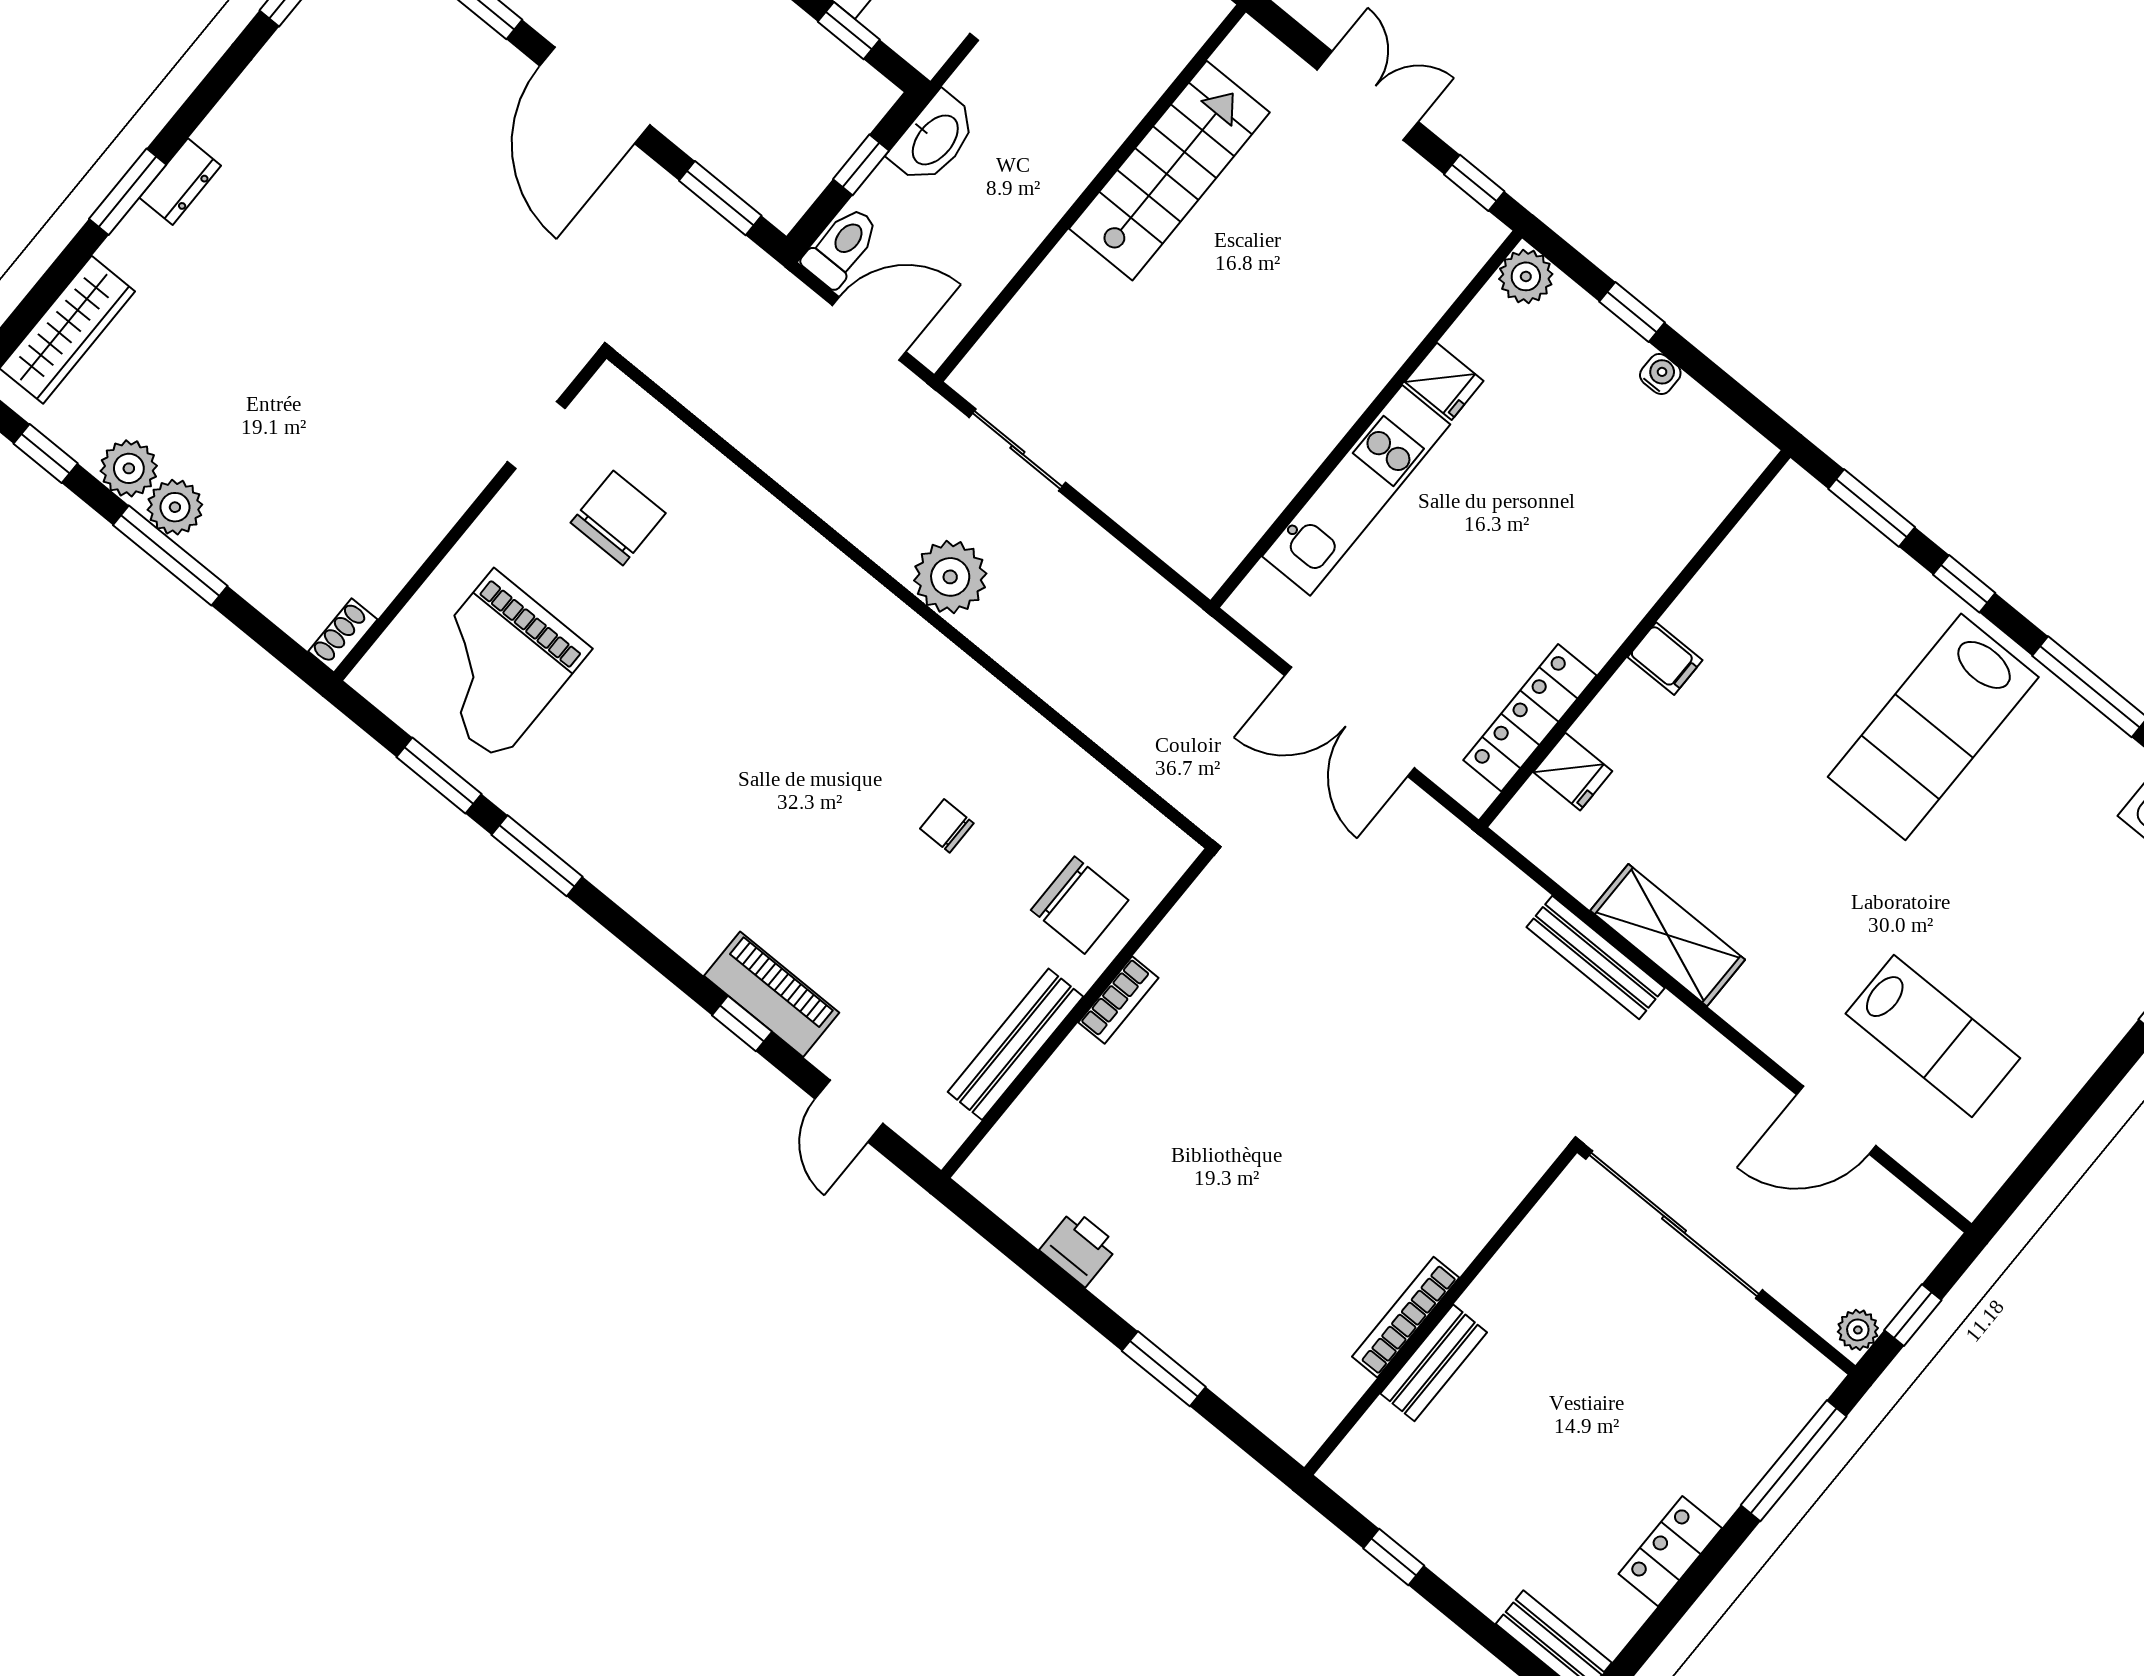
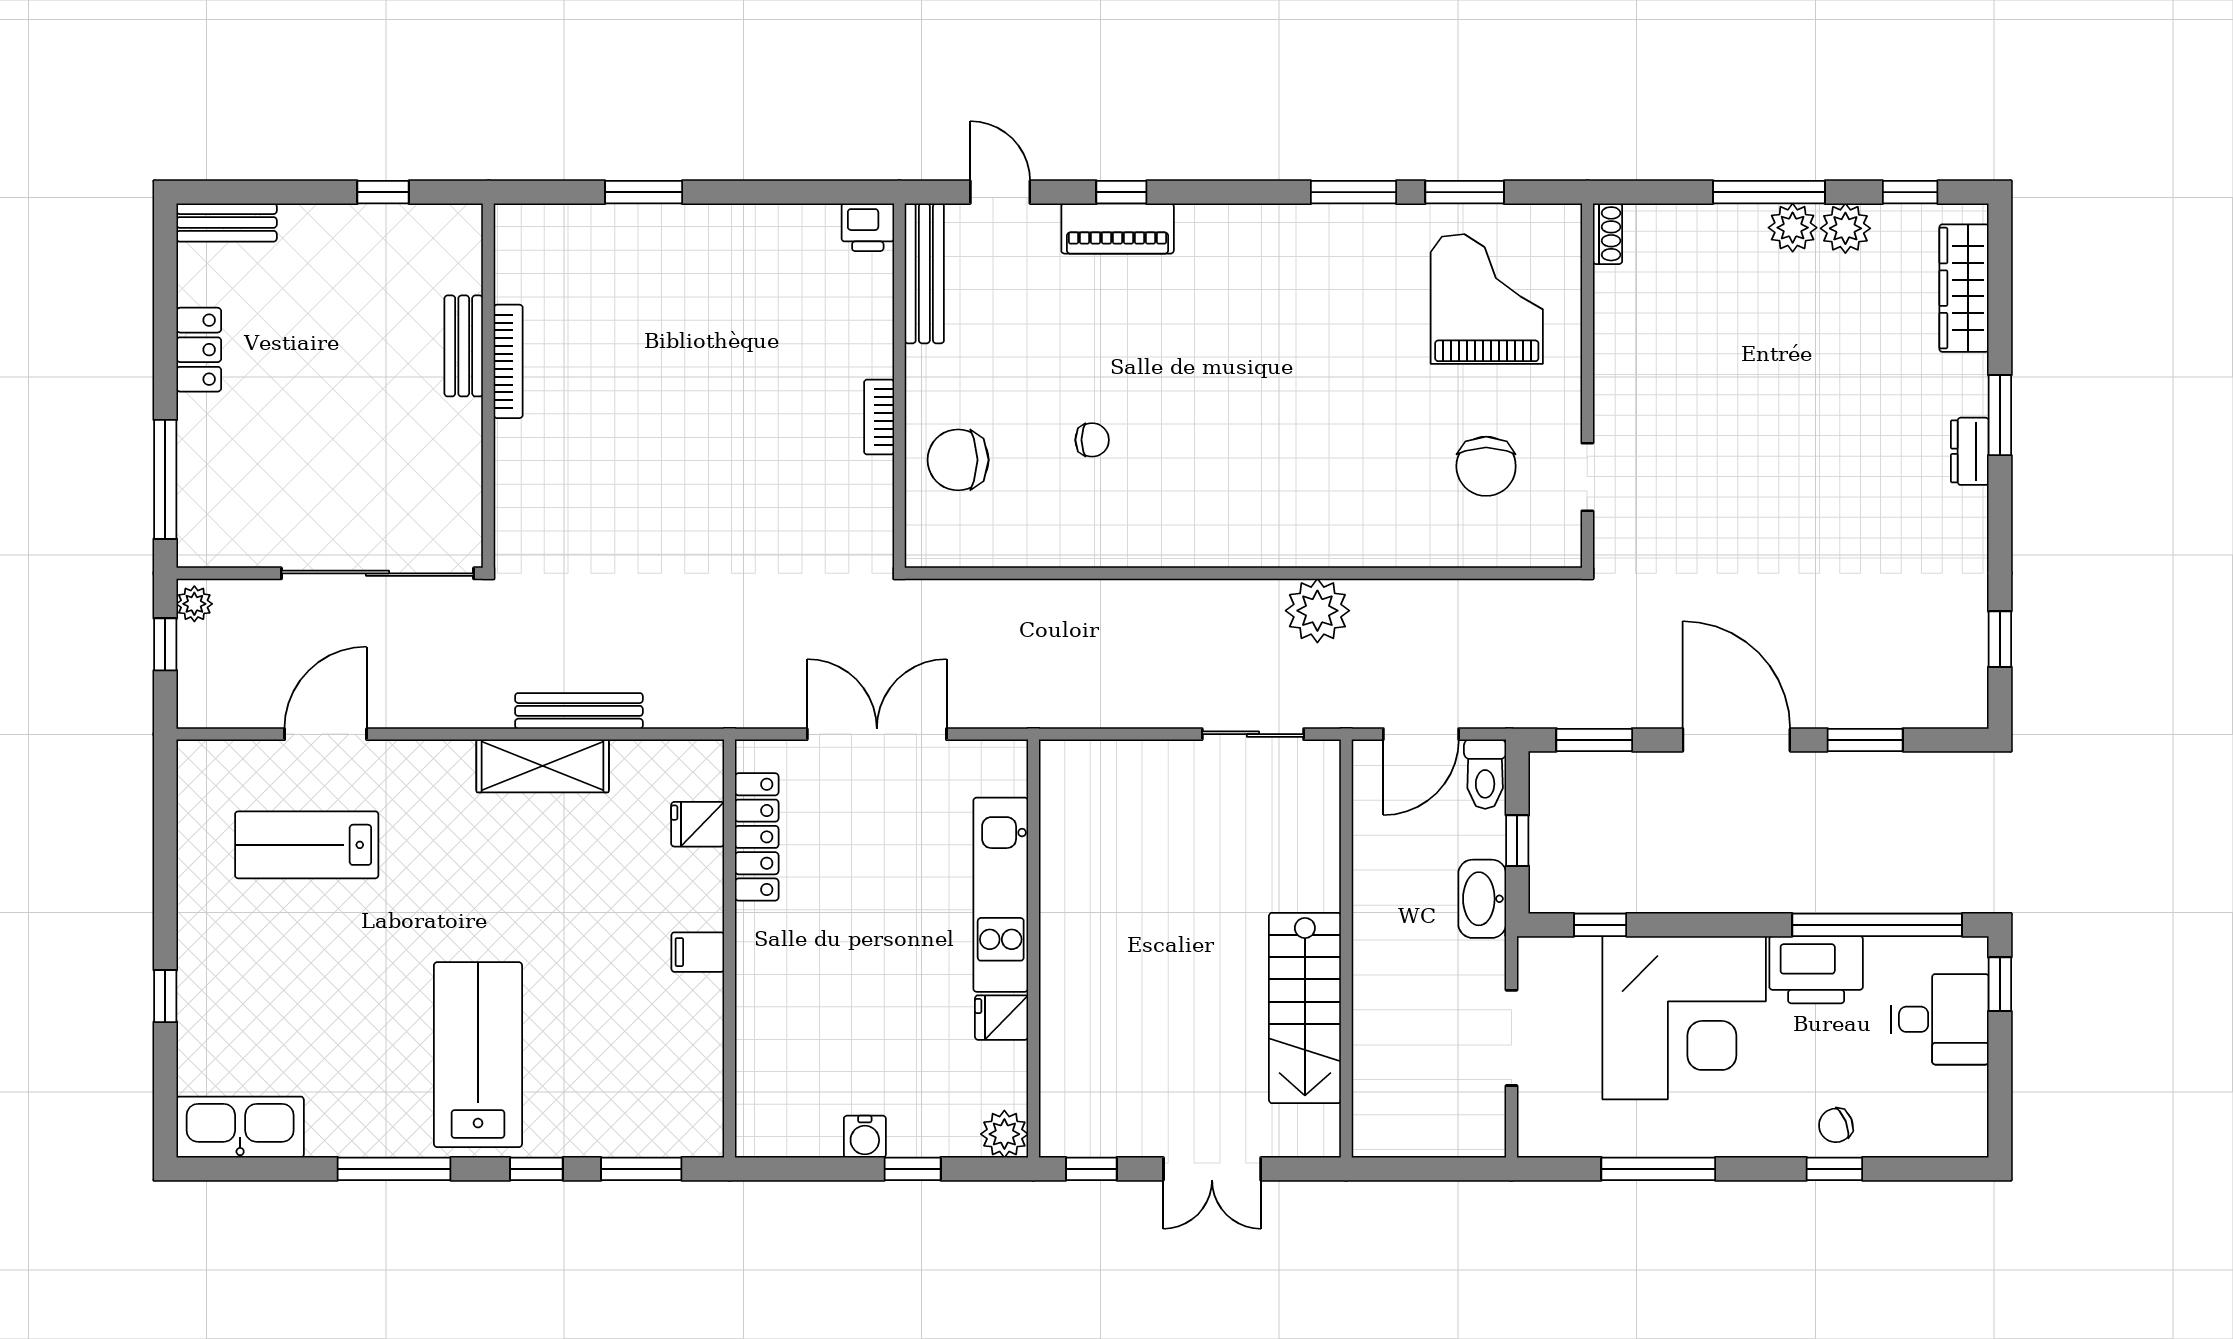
water cooler: (1660, 374) -> (865, 1137), width x1.38, depth x1.38
plant: (950, 577) -> (1317, 611), moved
bench: (1015, 1044) -> (924, 273), moved
printer: (1079, 1248) -> (868, 227), moved

